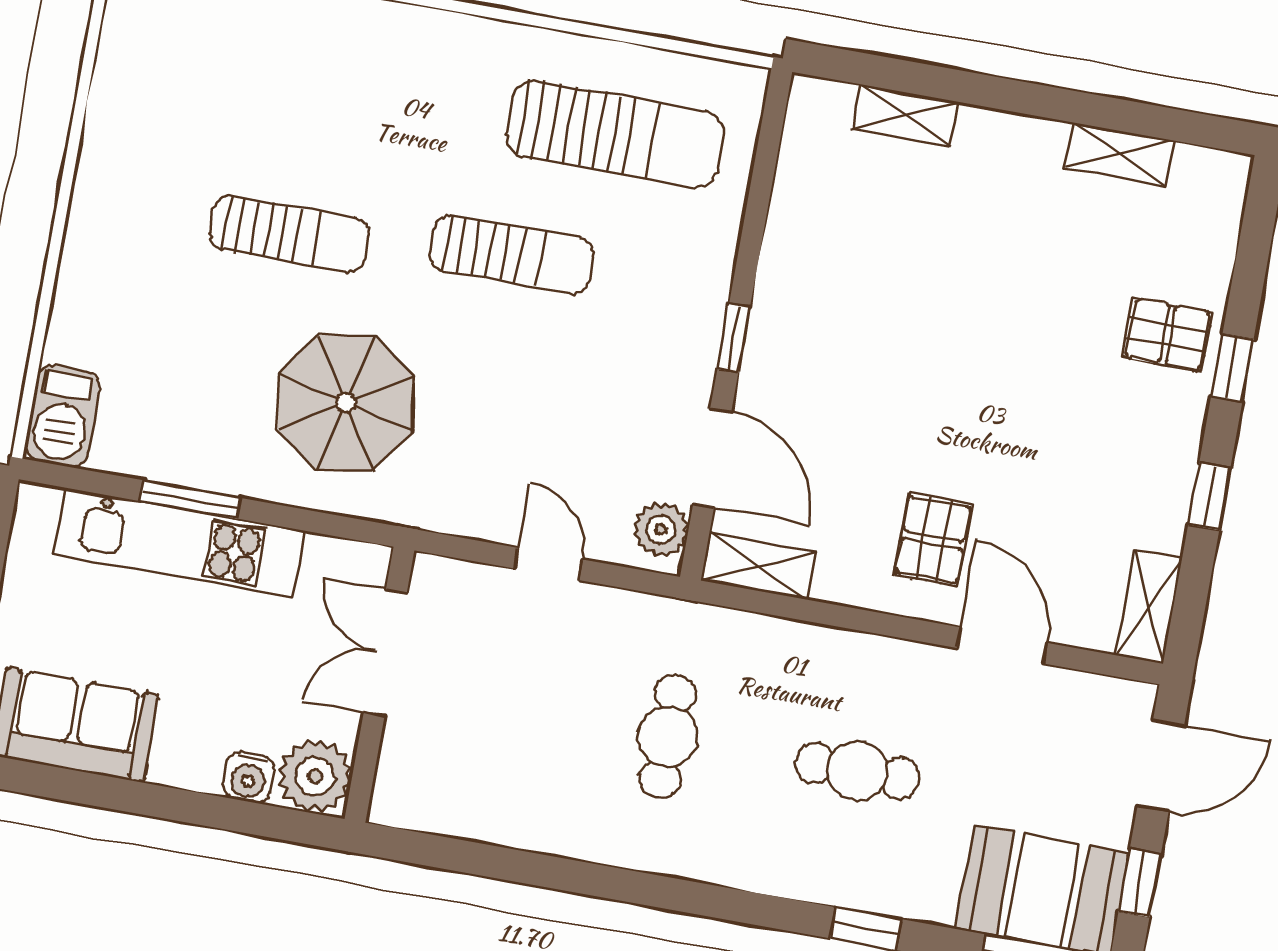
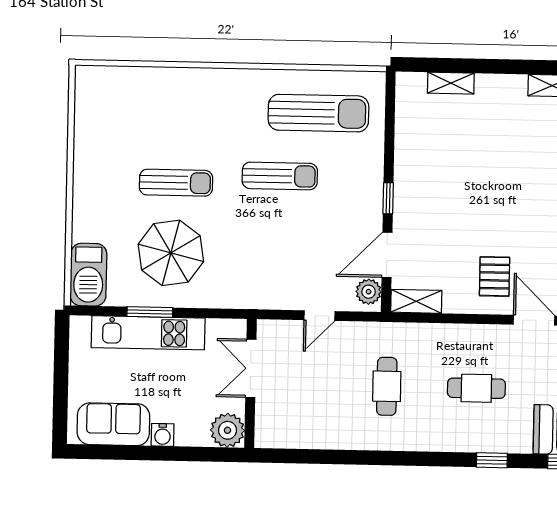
parasol: (346, 403) -> (171, 253), moved
barbecue: (62, 416) -> (88, 275), width x1.37, depth x1.21
door: (712, 458) -> (387, 255), swing flipped
door: (549, 564) -> (319, 316), swing flipped
water cooler: (249, 777) -> (163, 435), moved

